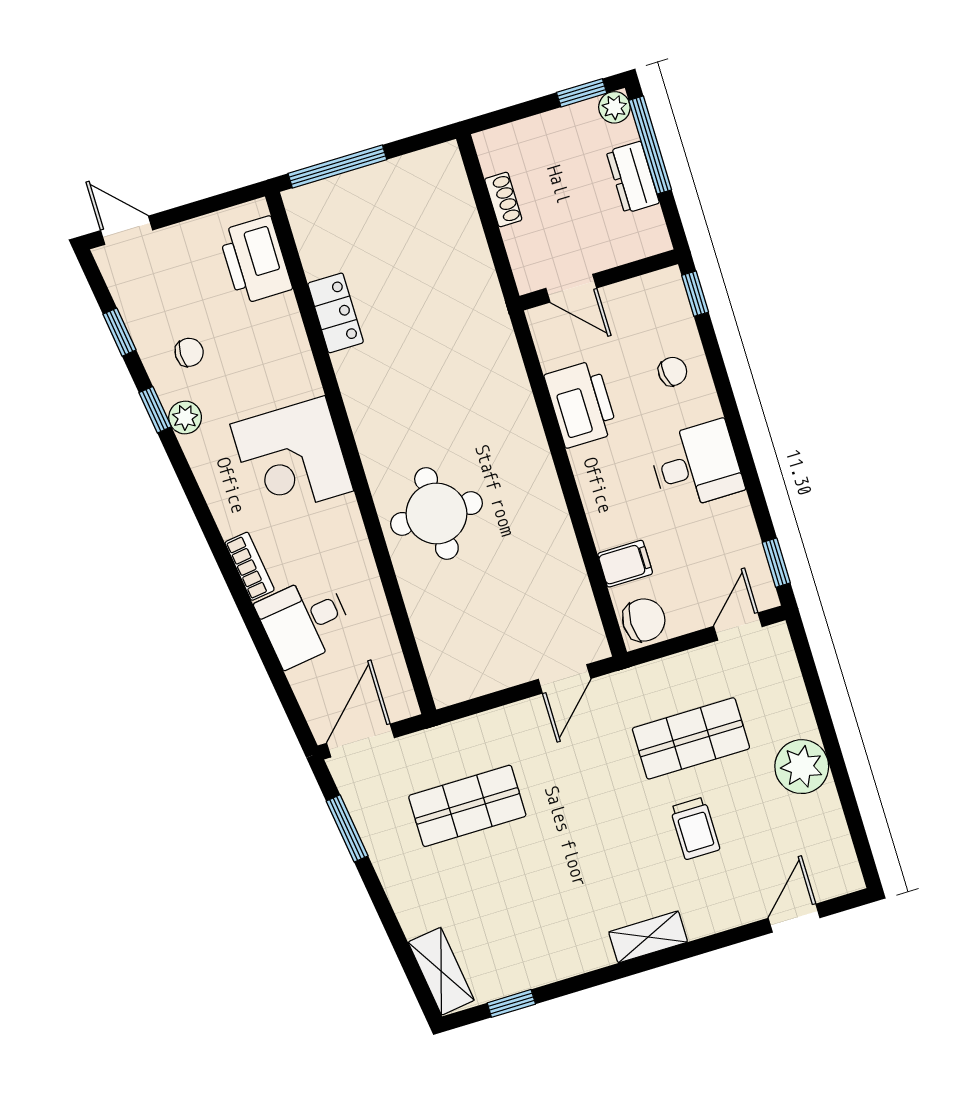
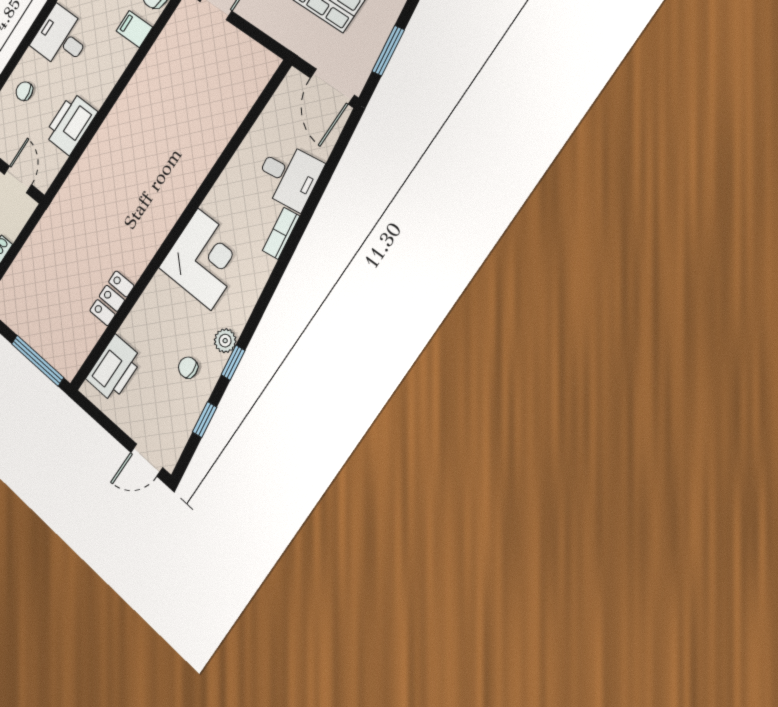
door: (127, 230) -> (147, 460), hinge flipped
round table: (436, 514) -> (178, 152), removed
door: (360, 741) -> (332, 86), hinge flipped

